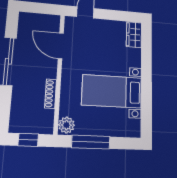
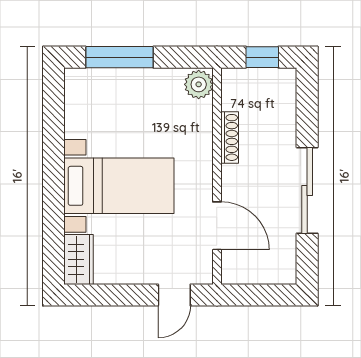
bed with nightstands: (112, 91) -> (119, 186), moved
window: (91, 142) -> (120, 57), moved

